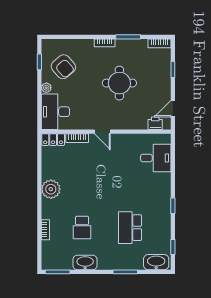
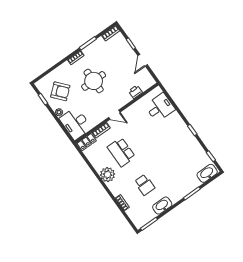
round table: (119, 83) -> (94, 81), moved
door: (173, 109) -> (143, 60), moved
printer: (155, 123) -> (135, 92), moved
school desk: (130, 228) -> (121, 152), moved

